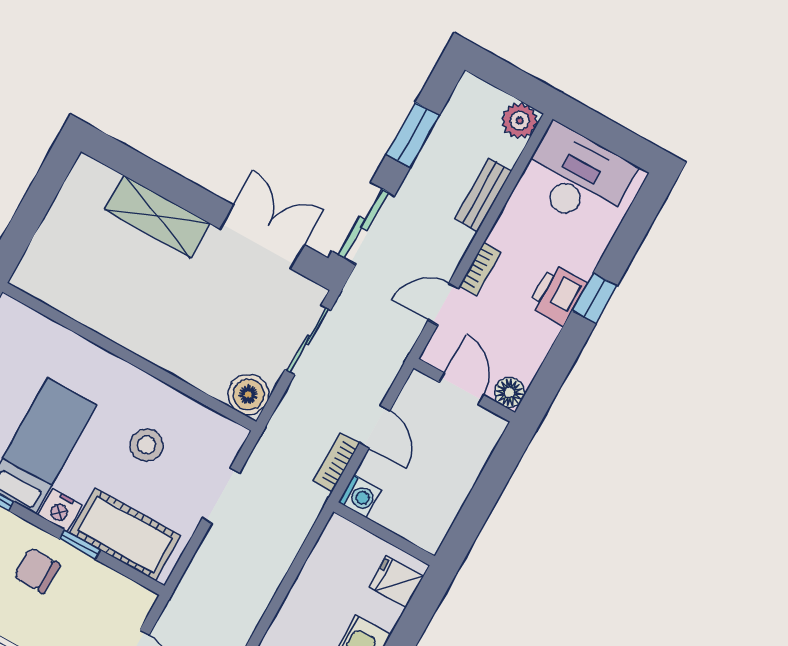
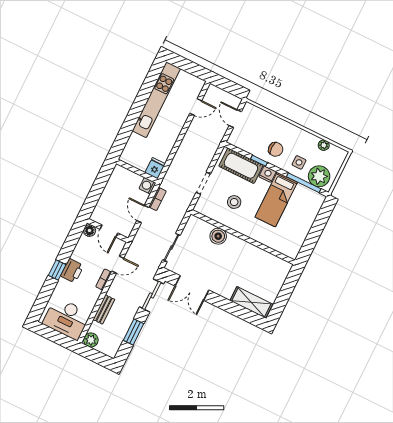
shelving: (157, 216) -> (251, 302), moved
boiler: (248, 394) -> (218, 236), moved
fridge: (396, 582) -> (155, 168), moved, turned -90

